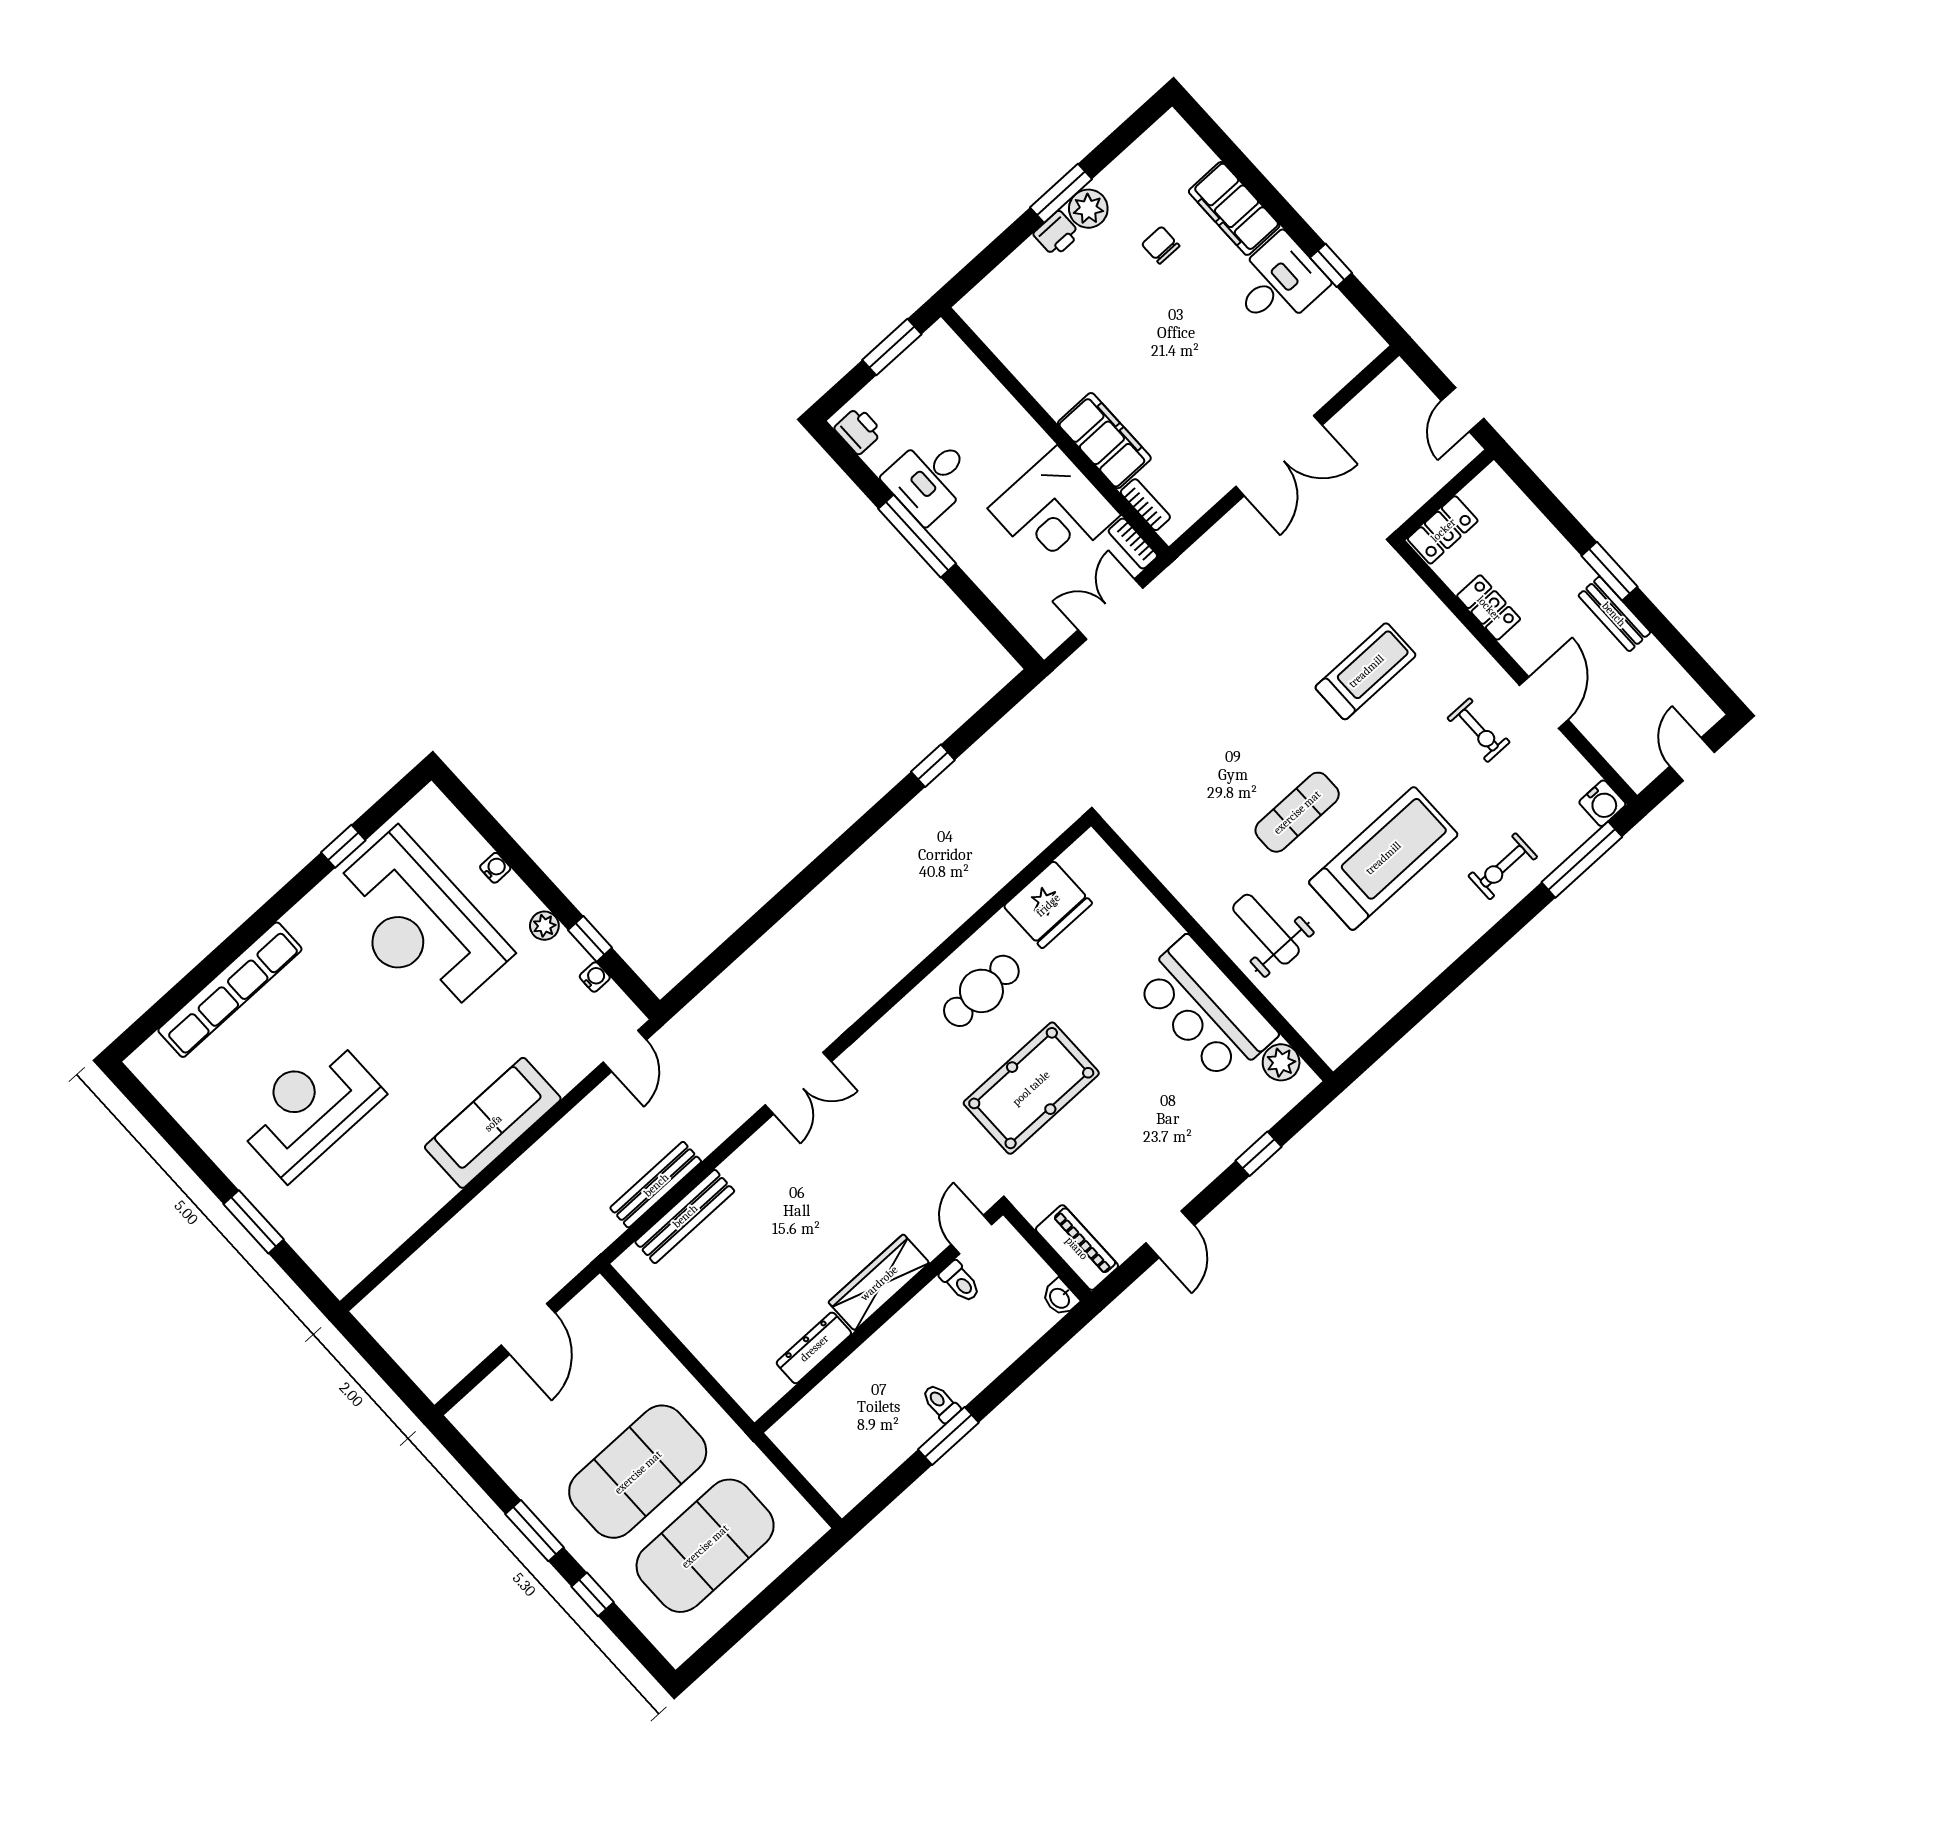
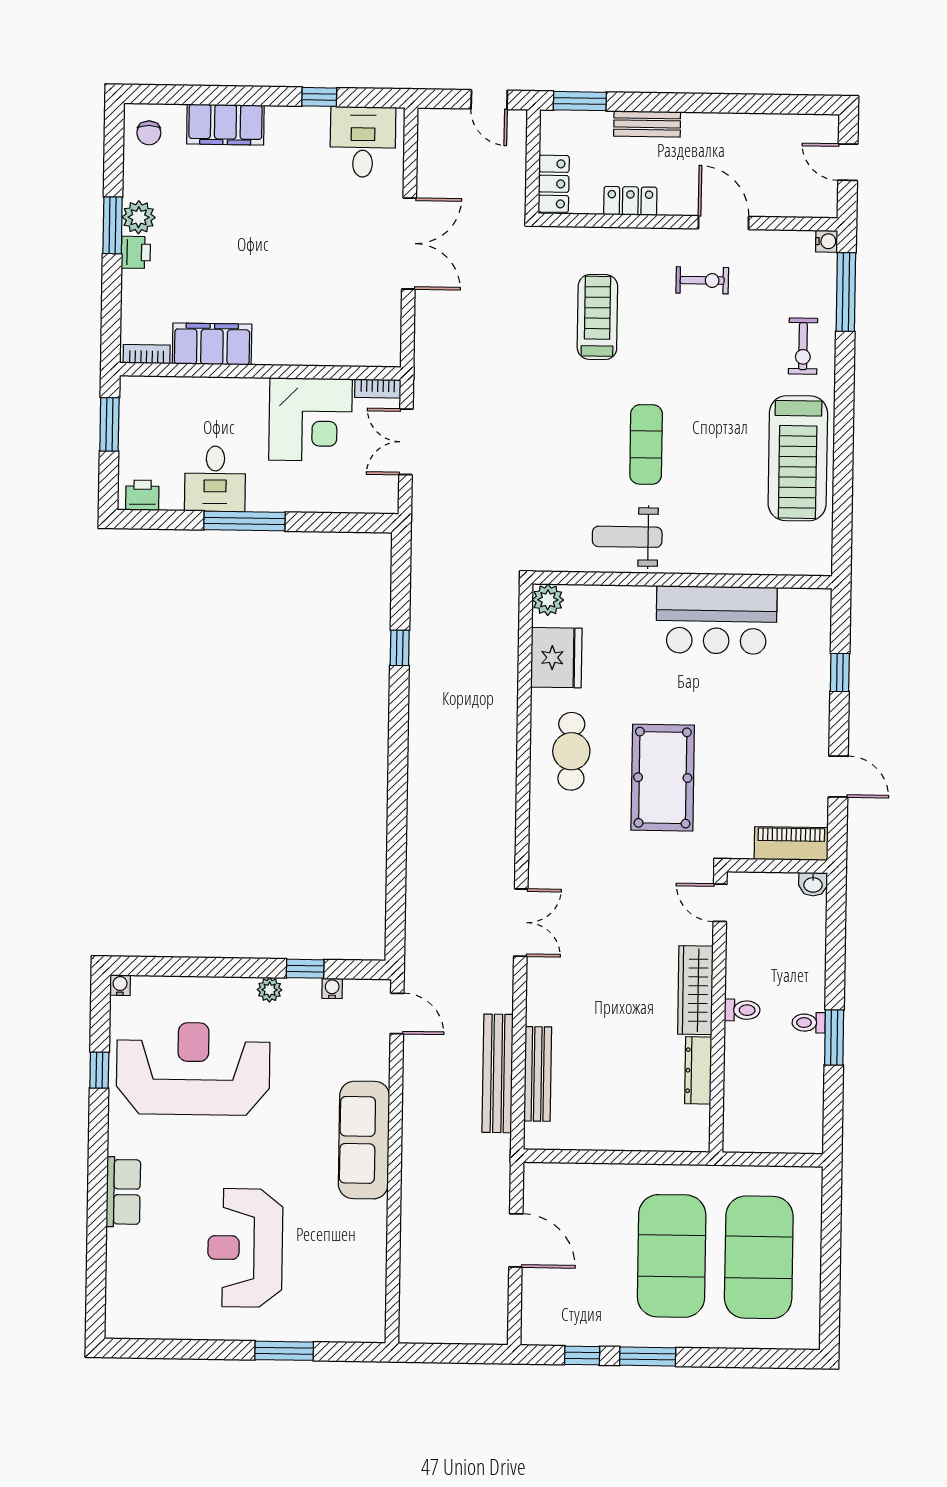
chair: (1161, 245) -> (149, 133), moved, turned -90
desk: (1278, 283) -> (363, 142), moved
filing cabinet: (1104, 441) -> (212, 344), moved
bookcase: (1145, 505) -> (147, 354), moved
window: (1609, 571) -> (580, 101), moved
bench: (1614, 614) -> (647, 124), moved
water cooler: (1602, 803) -> (827, 241), width x0.72, depth x0.72
treadmill: (1383, 858) -> (798, 458), moved, turned 180
water cooler: (495, 868) -> (120, 985), moved
reception desk: (418, 924) -> (193, 1069), turned 180
weight bench: (1266, 929) -> (627, 537), moved
row of seats: (230, 990) -> (123, 1192), width x0.50
plant: (1281, 1062) -> (548, 600), moved
bench: (656, 1185) -> (498, 1073), width x1.37, depth x1.21
toilet: (960, 1282) -> (742, 1010), moved
window: (593, 1594) -> (582, 1355), moved

